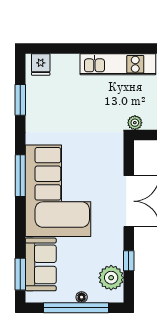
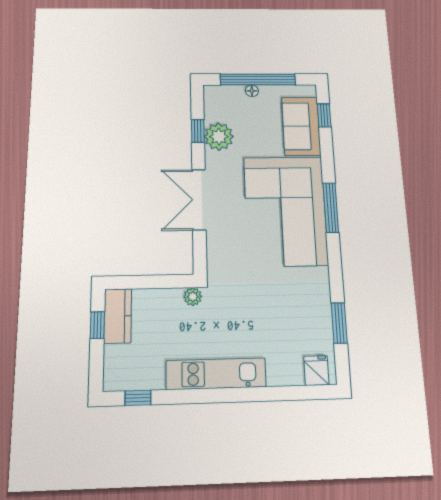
window: (20, 176) -> (331, 208), moved
window: (20, 274) -> (324, 115), width x0.67
plant: (111, 278) -> (219, 137), moved

